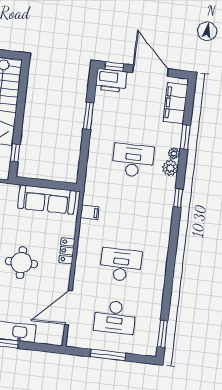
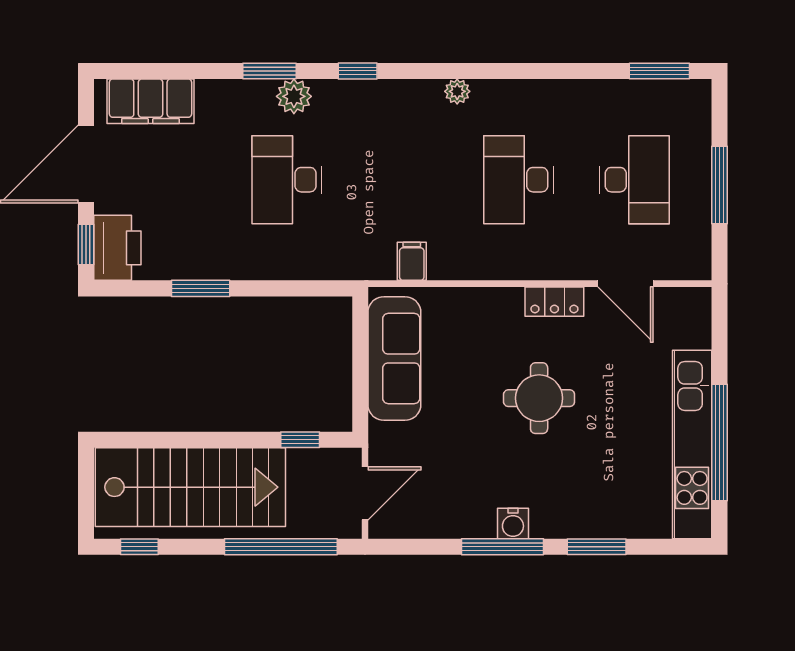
window: (185, 137) -> (269, 71), moved
plant: (174, 153) -> (457, 91), moved
locker: (67, 251) -> (554, 302), moved
door: (68, 308) -> (625, 284), width x0.73

